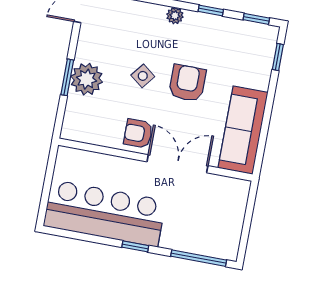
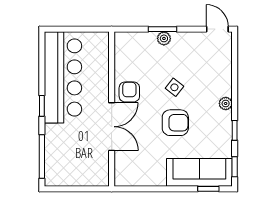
plant: (87, 79) -> (164, 38), width x0.53, depth x0.53
sofa: (243, 130) -> (199, 172), moved

